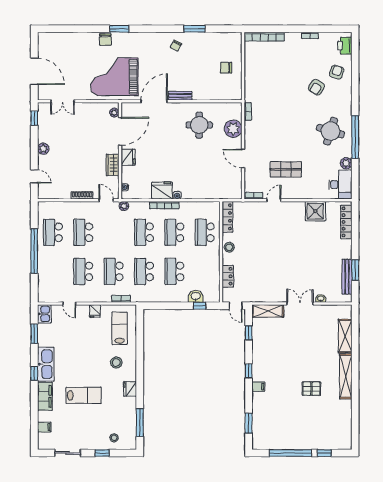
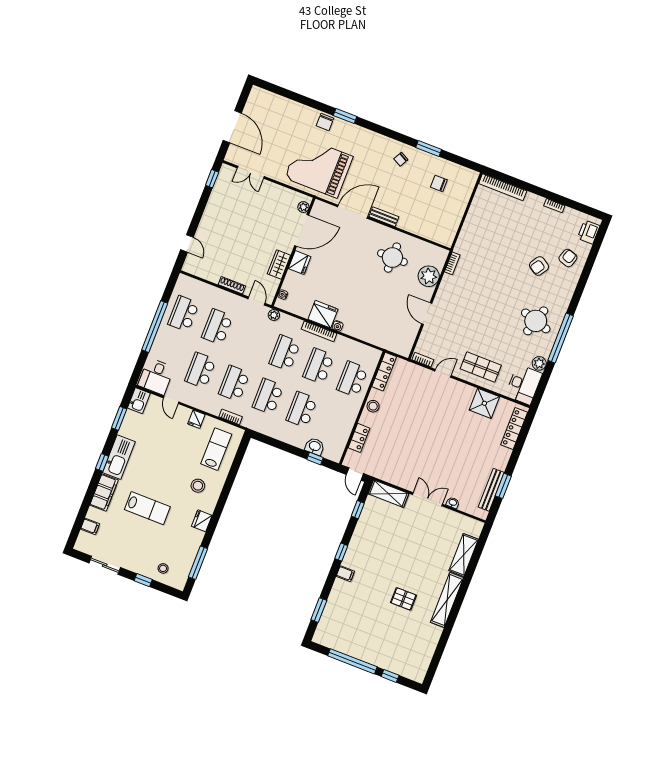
chair: (226, 68) -> (439, 183), moved
plant: (43, 149) -> (209, 217), removed
shop shelf: (286, 169) -> (481, 367), moved
desk: (50, 290) -> (156, 376), added

